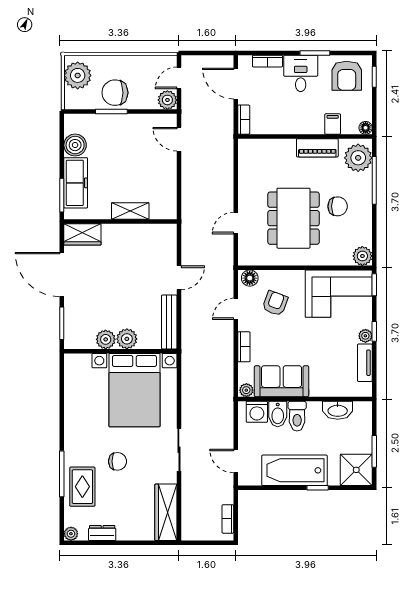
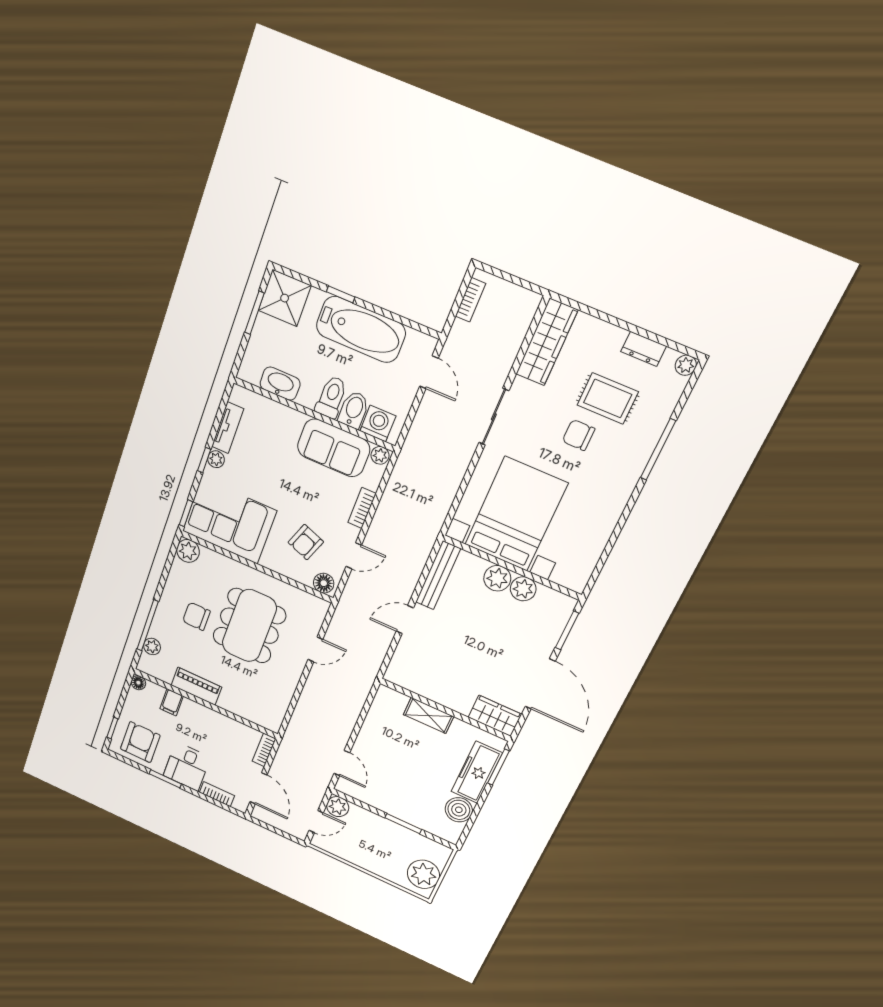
chair: (115, 93) -> (391, 840), removed
plant: (358, 158) -> (152, 647), width x0.53, depth x0.53
rug: (82, 487) -> (608, 398), moved, turned 90

